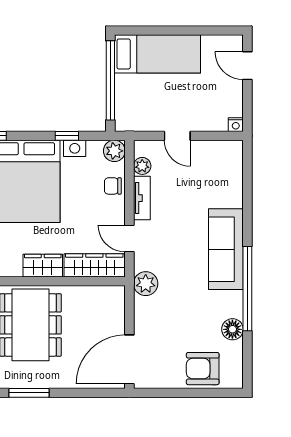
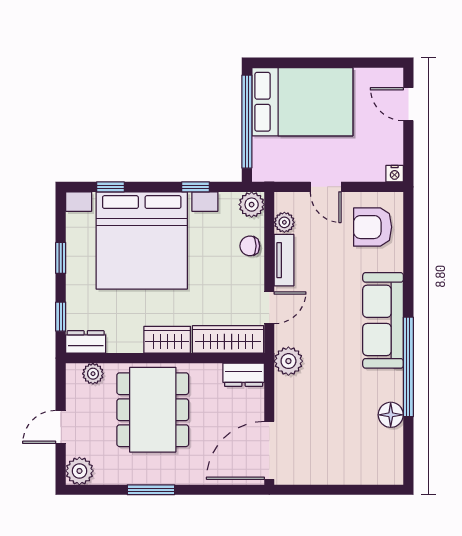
bed: (157, 54) -> (302, 102), width x1.50
door: (129, 239) -> (269, 308), swing flipped
dresser: (108, 295) -> (244, 375), added
armchair: (203, 369) -> (373, 227), moved

